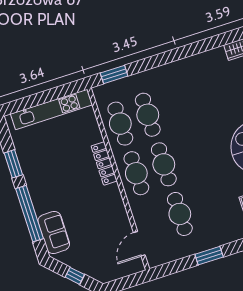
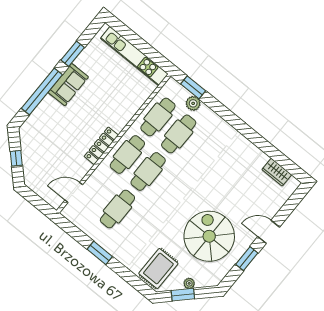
plant: (129, 84) -> (193, 103), added
locker: (104, 163) -> (101, 146), moved
sofa: (54, 233) -> (68, 85), moved

